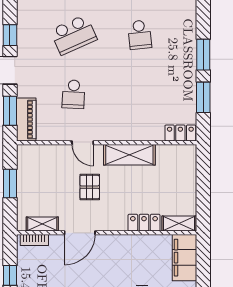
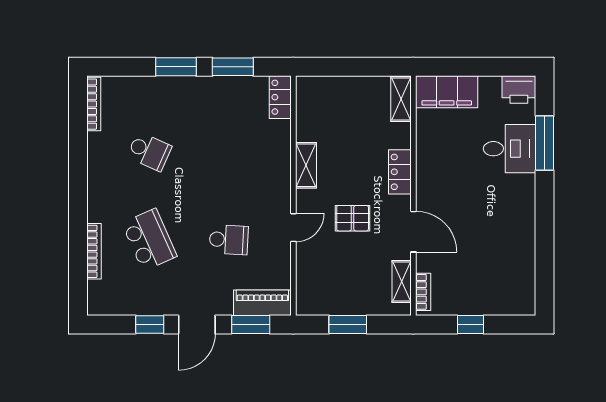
school desk: (140, 35) -> (149, 152), turned 30
shelving: (129, 155) -> (306, 165), width x0.67, depth x0.75
locker: (144, 223) -> (400, 172), moved

